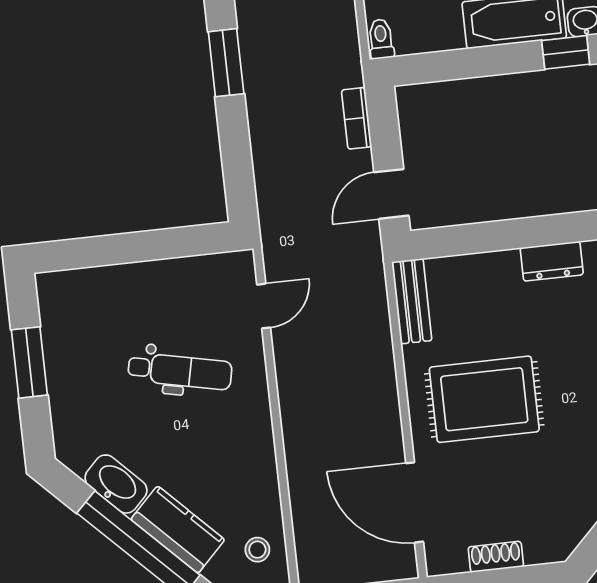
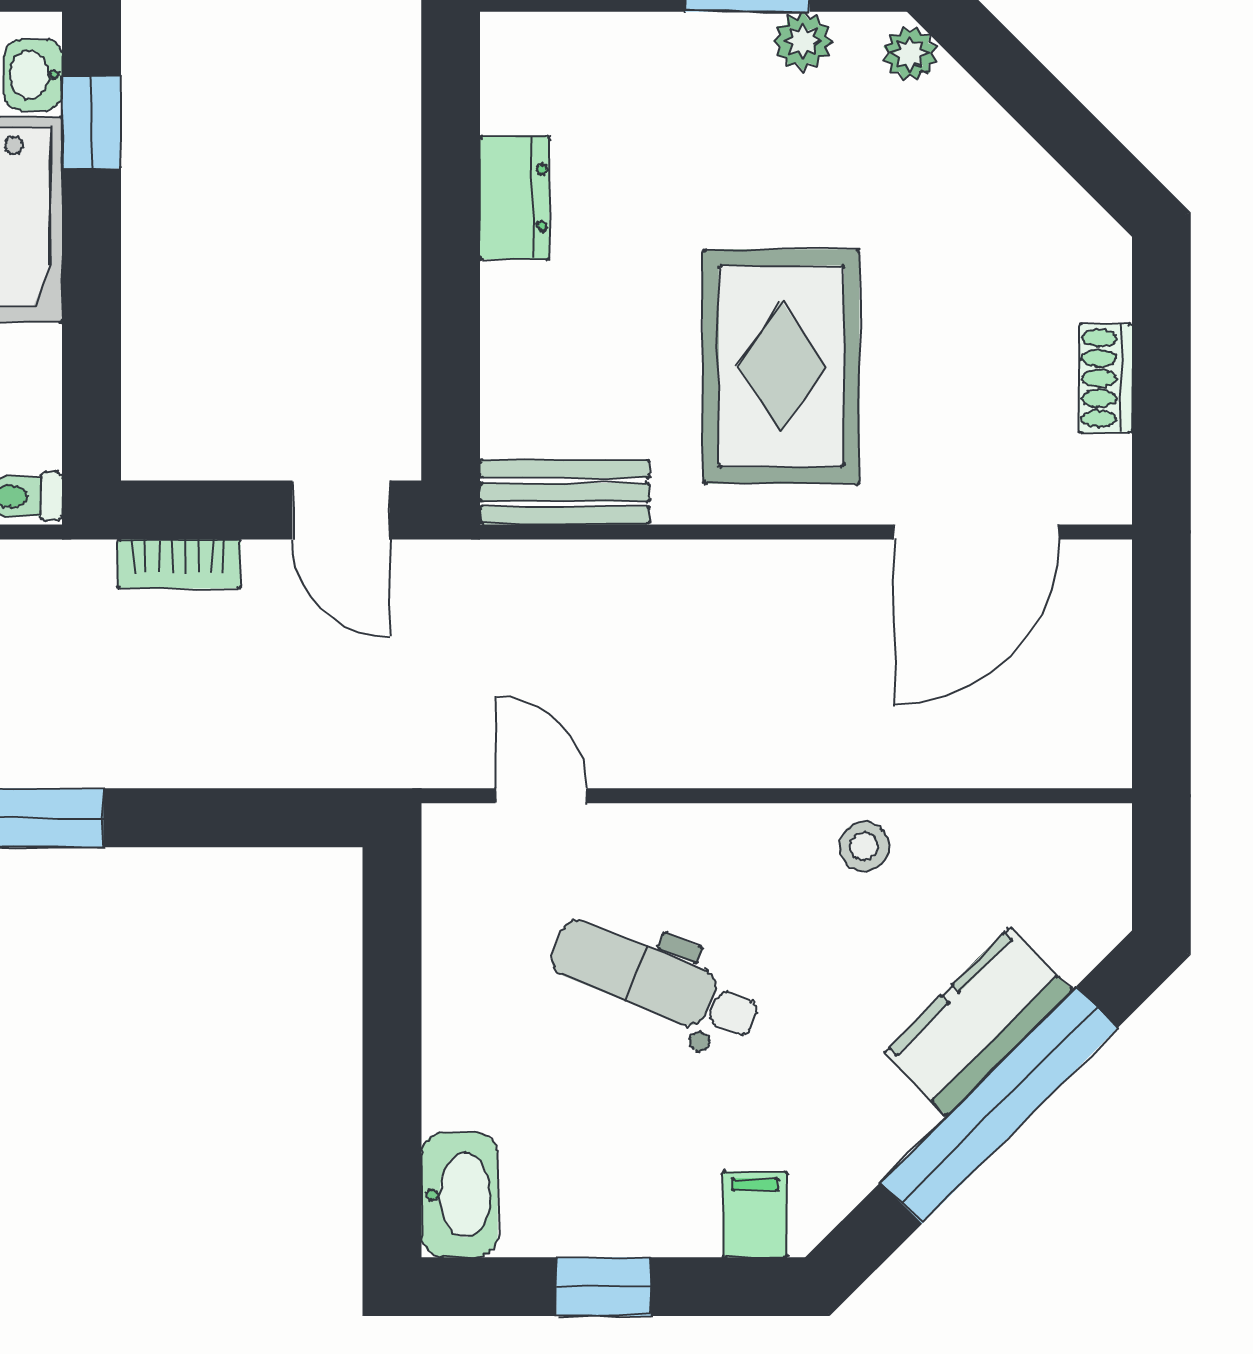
window: (29, 362) -> (603, 1287), width x0.67
dental chair: (180, 371) -> (655, 981), turned -80
filing cabinet: (72, 432) -> (755, 1214), added
washbasin: (116, 484) -> (459, 1195), moved, turned 135
stool: (257, 550) -> (864, 846), moved

